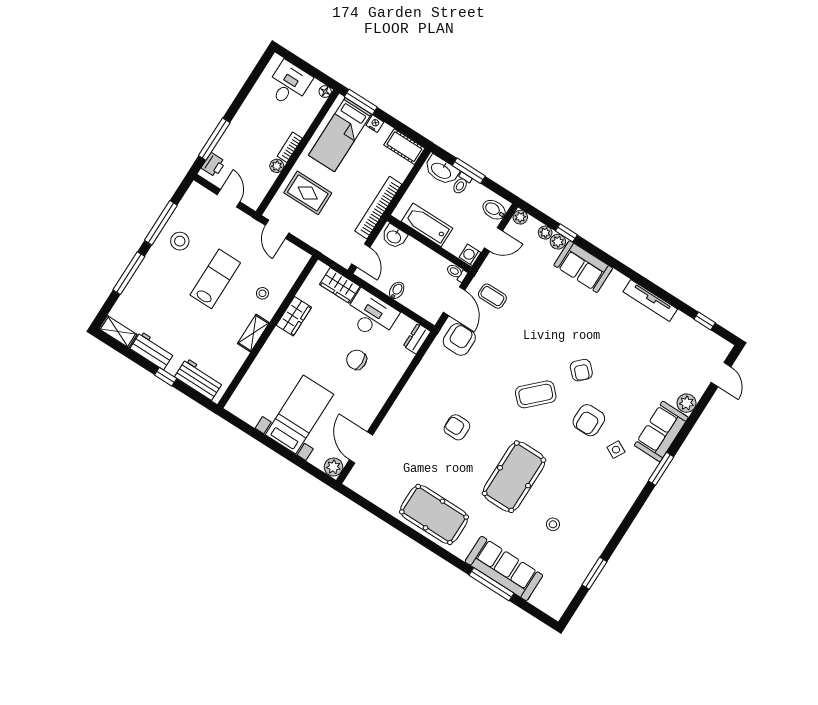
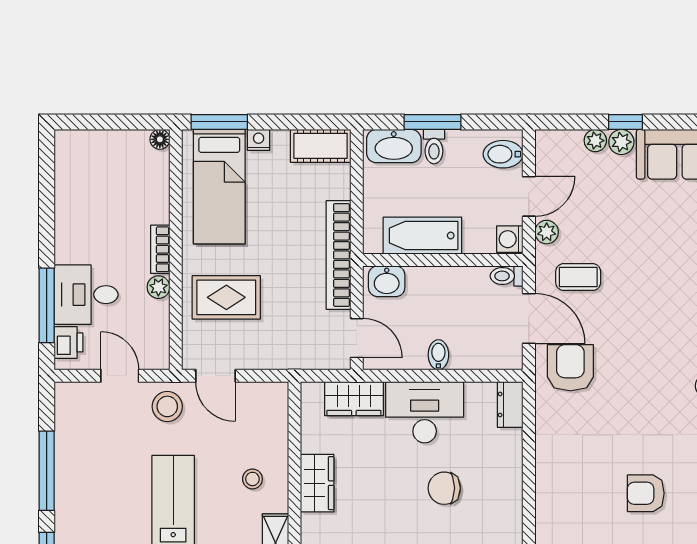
desk: (289, 84) -> (86, 295), moved, turned -90
plant: (520, 217) -> (547, 232), moved
stool: (180, 241) -> (167, 406), moved

